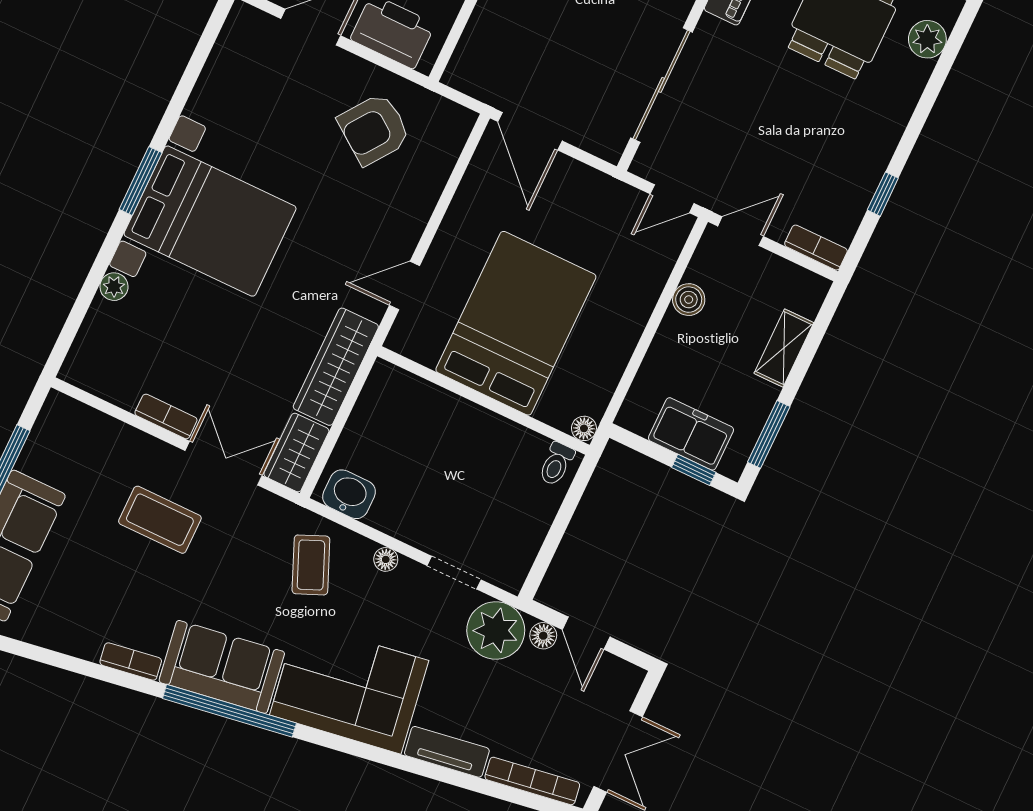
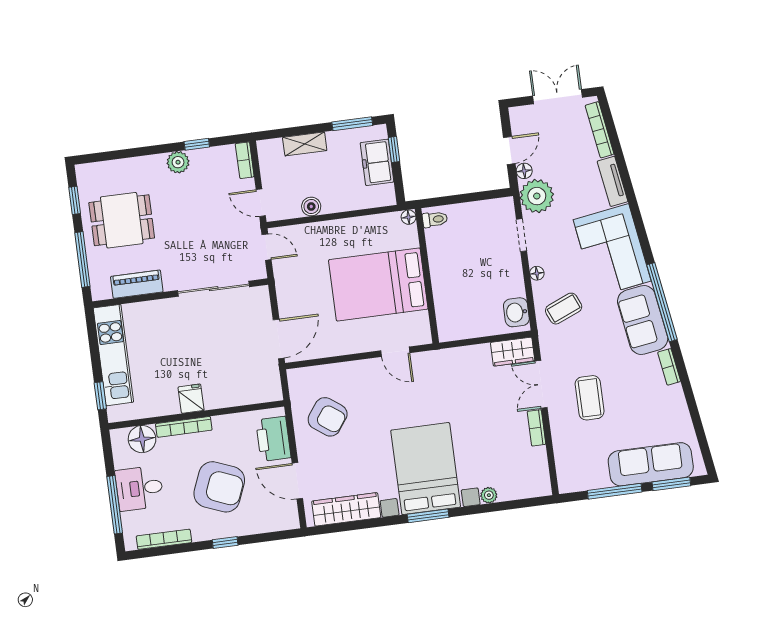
plant: (927, 39) -> (178, 162), moved
wardrobe: (336, 367) -> (346, 509), moved, turned 180

